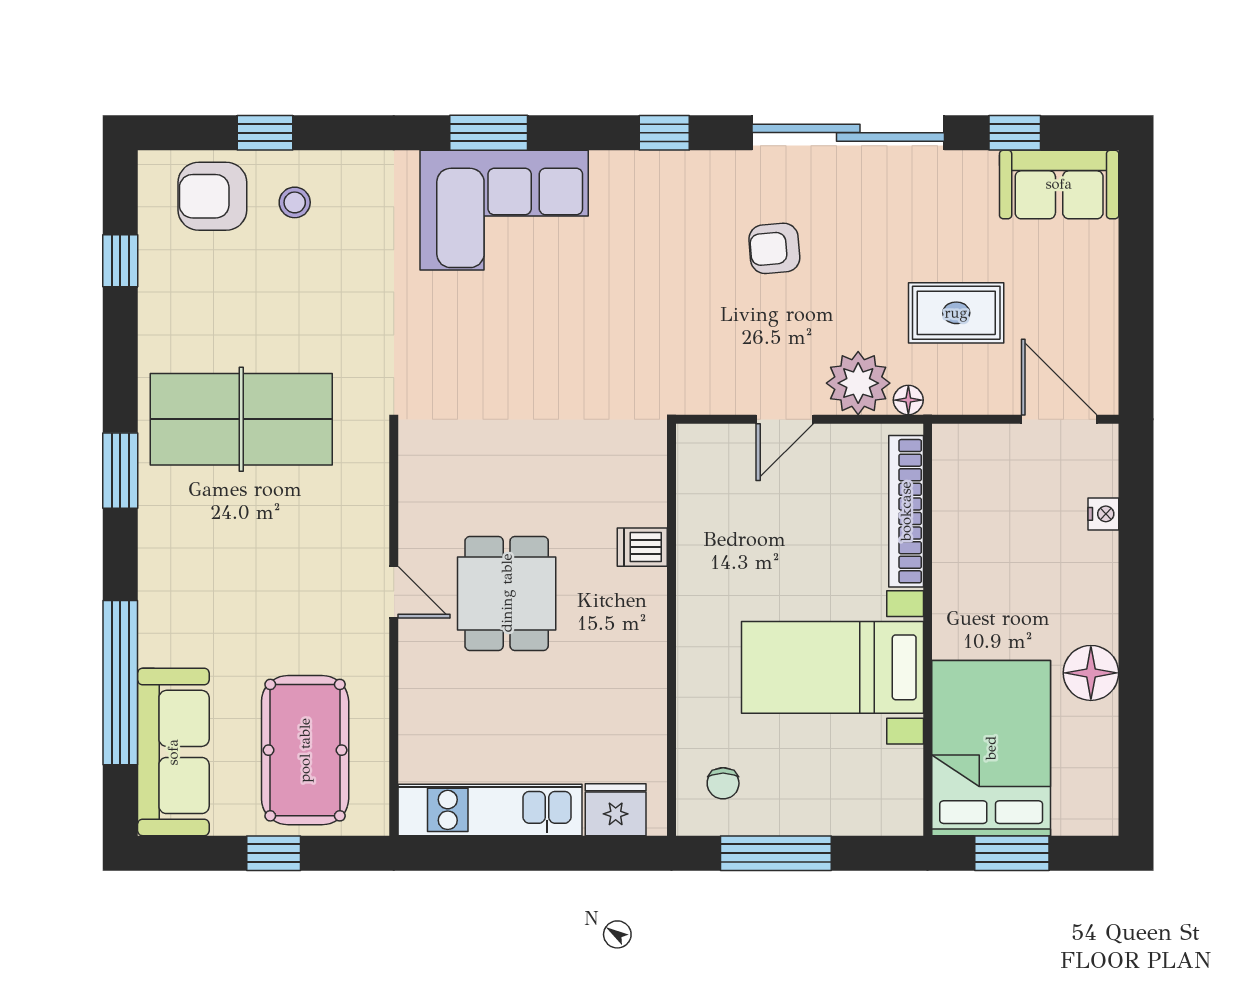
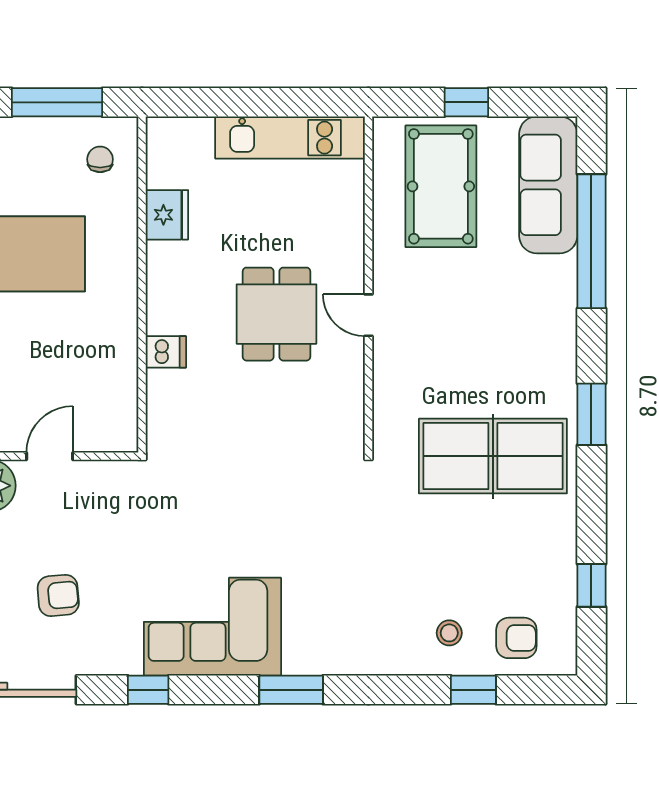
armchair: (212, 196) -> (516, 638), width x0.72, depth x0.72
corner sofa: (504, 210) -> (212, 627), moved
fridge: (616, 810) -> (167, 215), moved, turned -90

